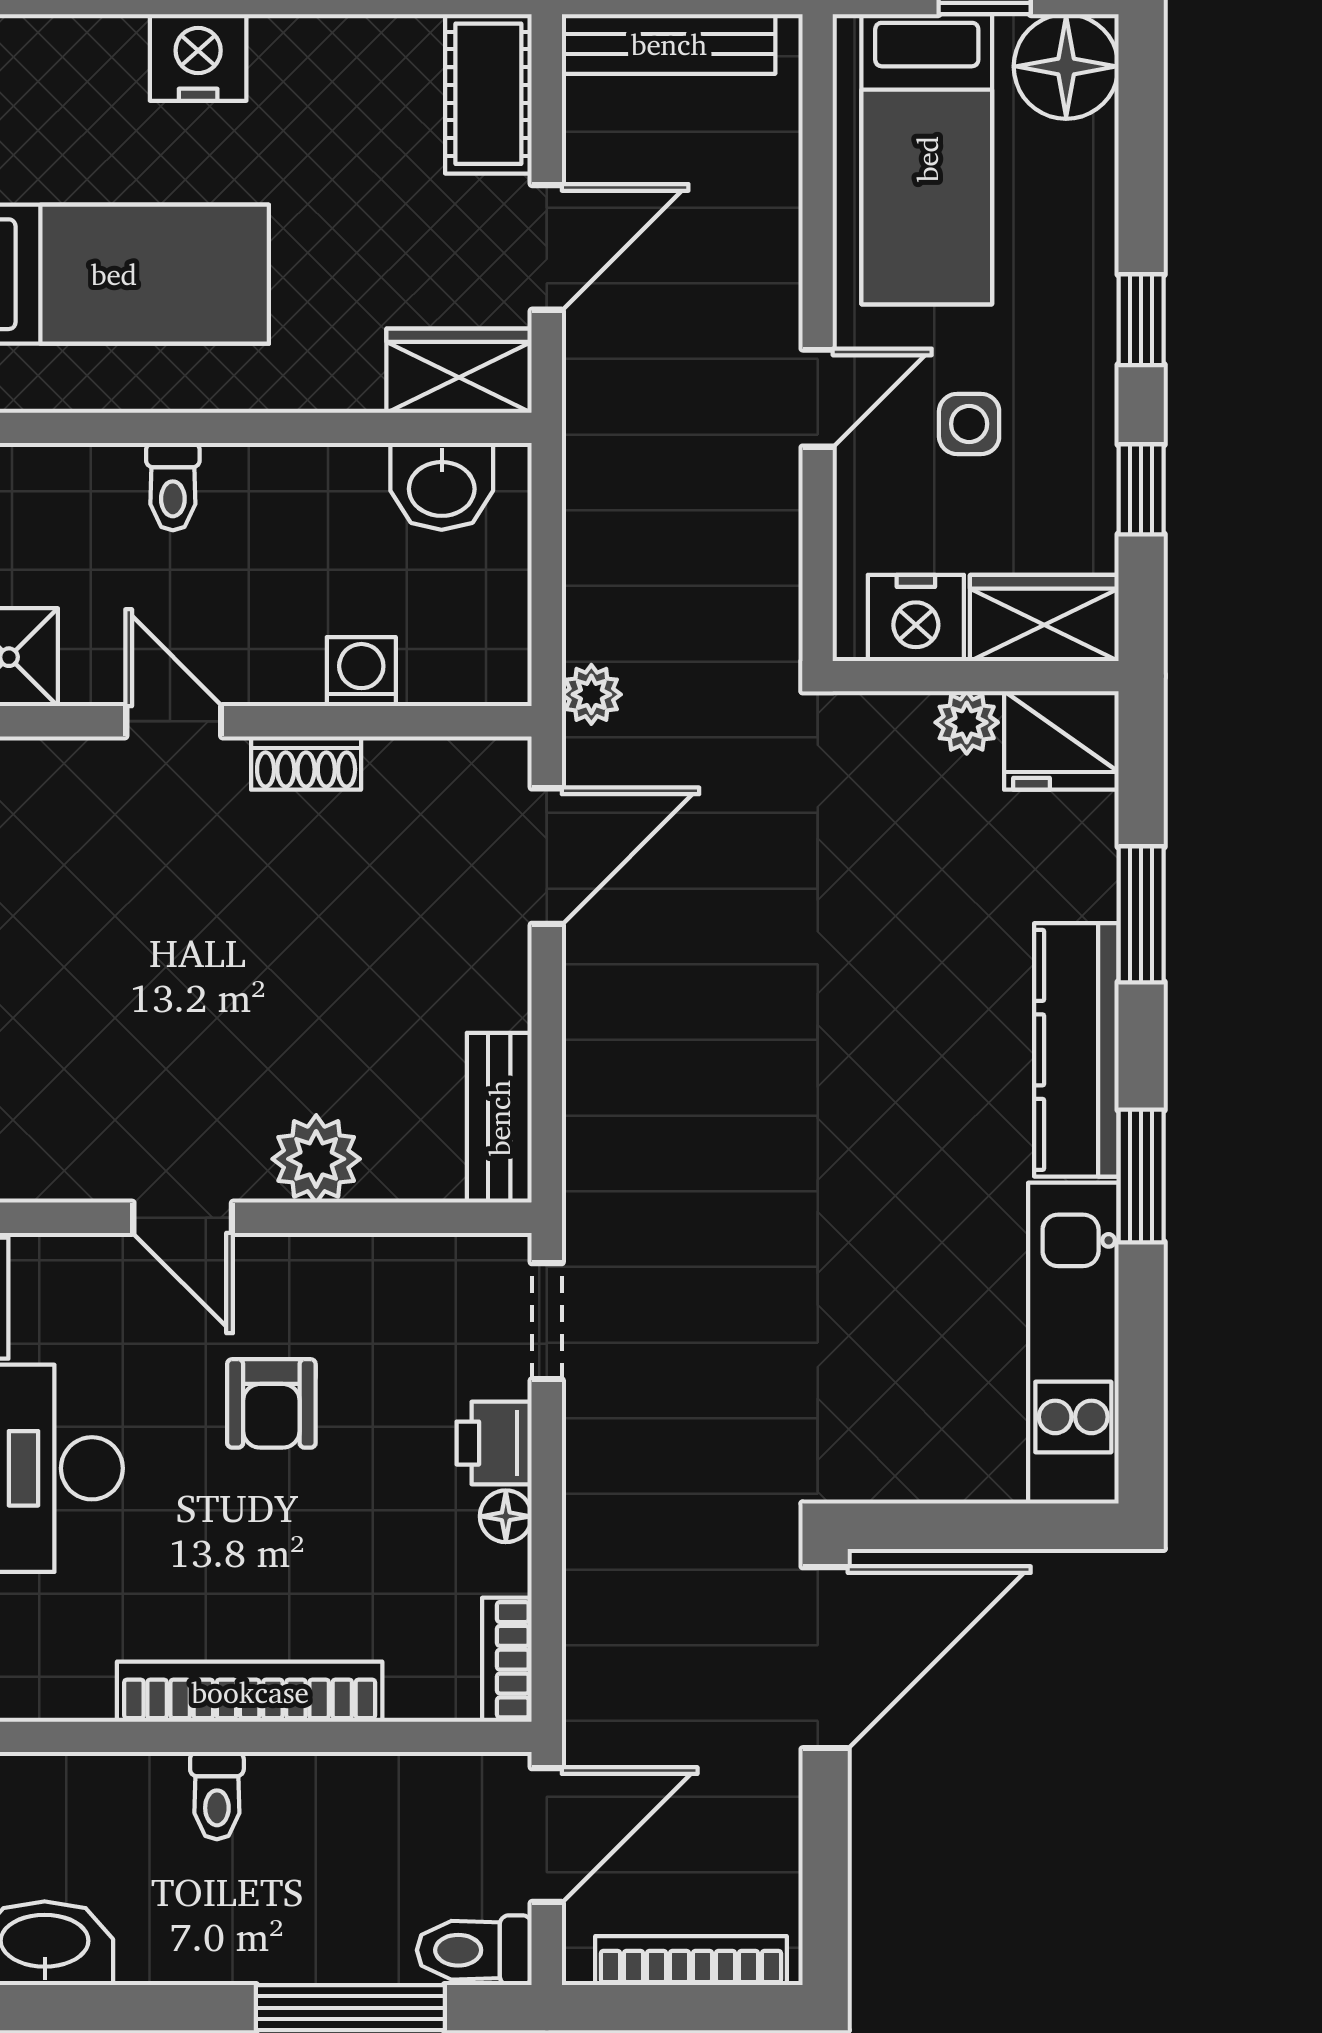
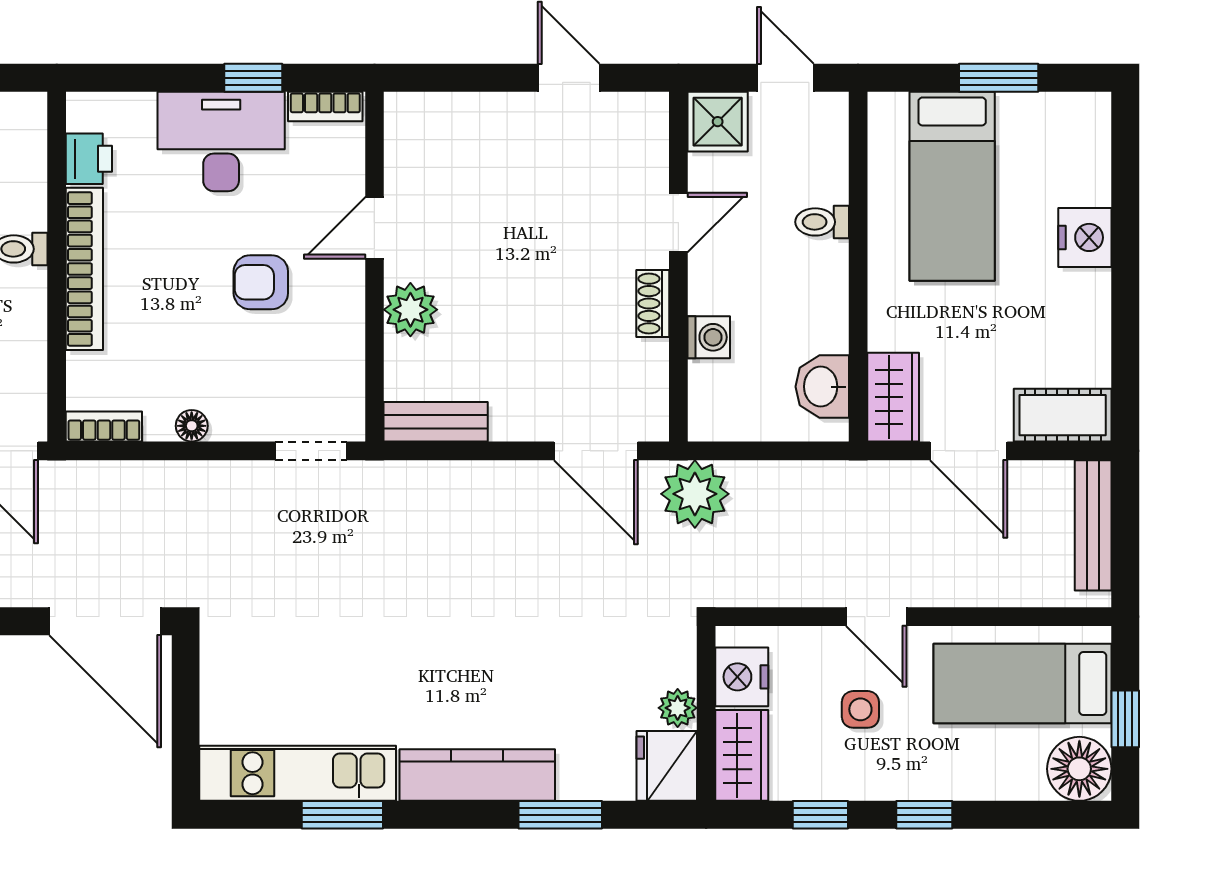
plant: (591, 694) -> (695, 494), width x1.88, depth x1.88
window: (1141, 1176) -> (342, 815), moved
printer: (494, 1443) -> (89, 159), moved, turned 90

